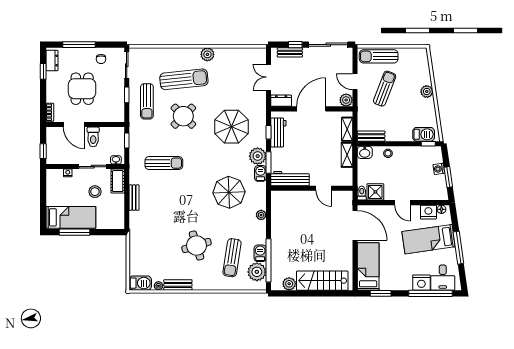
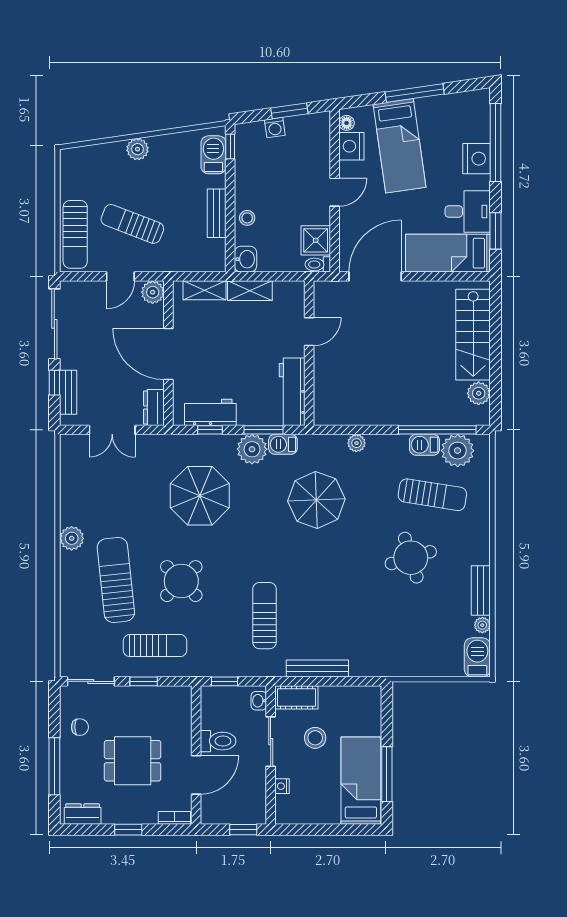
window: (43, 71) -> (128, 830), moved
bench: (371, 136) -> (217, 213), moved
bench: (134, 198) -> (317, 669), width x1.36
desk: (443, 278) -> (468, 211), moved

